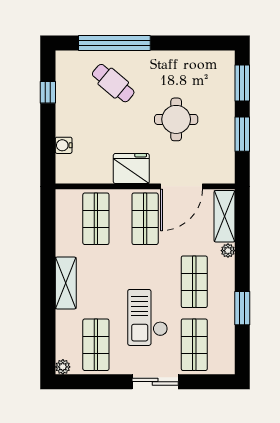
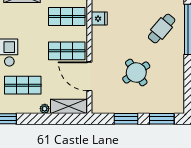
round table: (176, 119) -> (136, 73), turned -35
fridge: (131, 169) -> (99, 19), moved, width x0.53, depth x0.75

